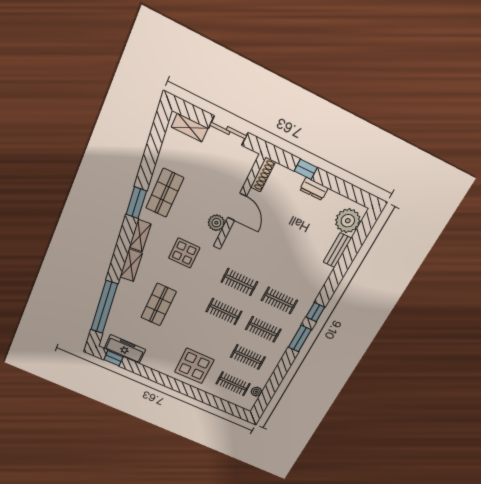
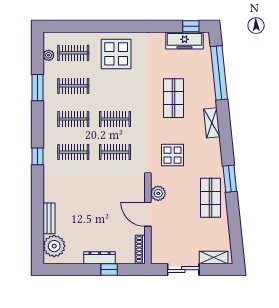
dresser: (314, 189) -> (100, 258), width x1.44
shelving: (140, 236) -> (215, 152), removed
window: (300, 339) -> (38, 88), moved

